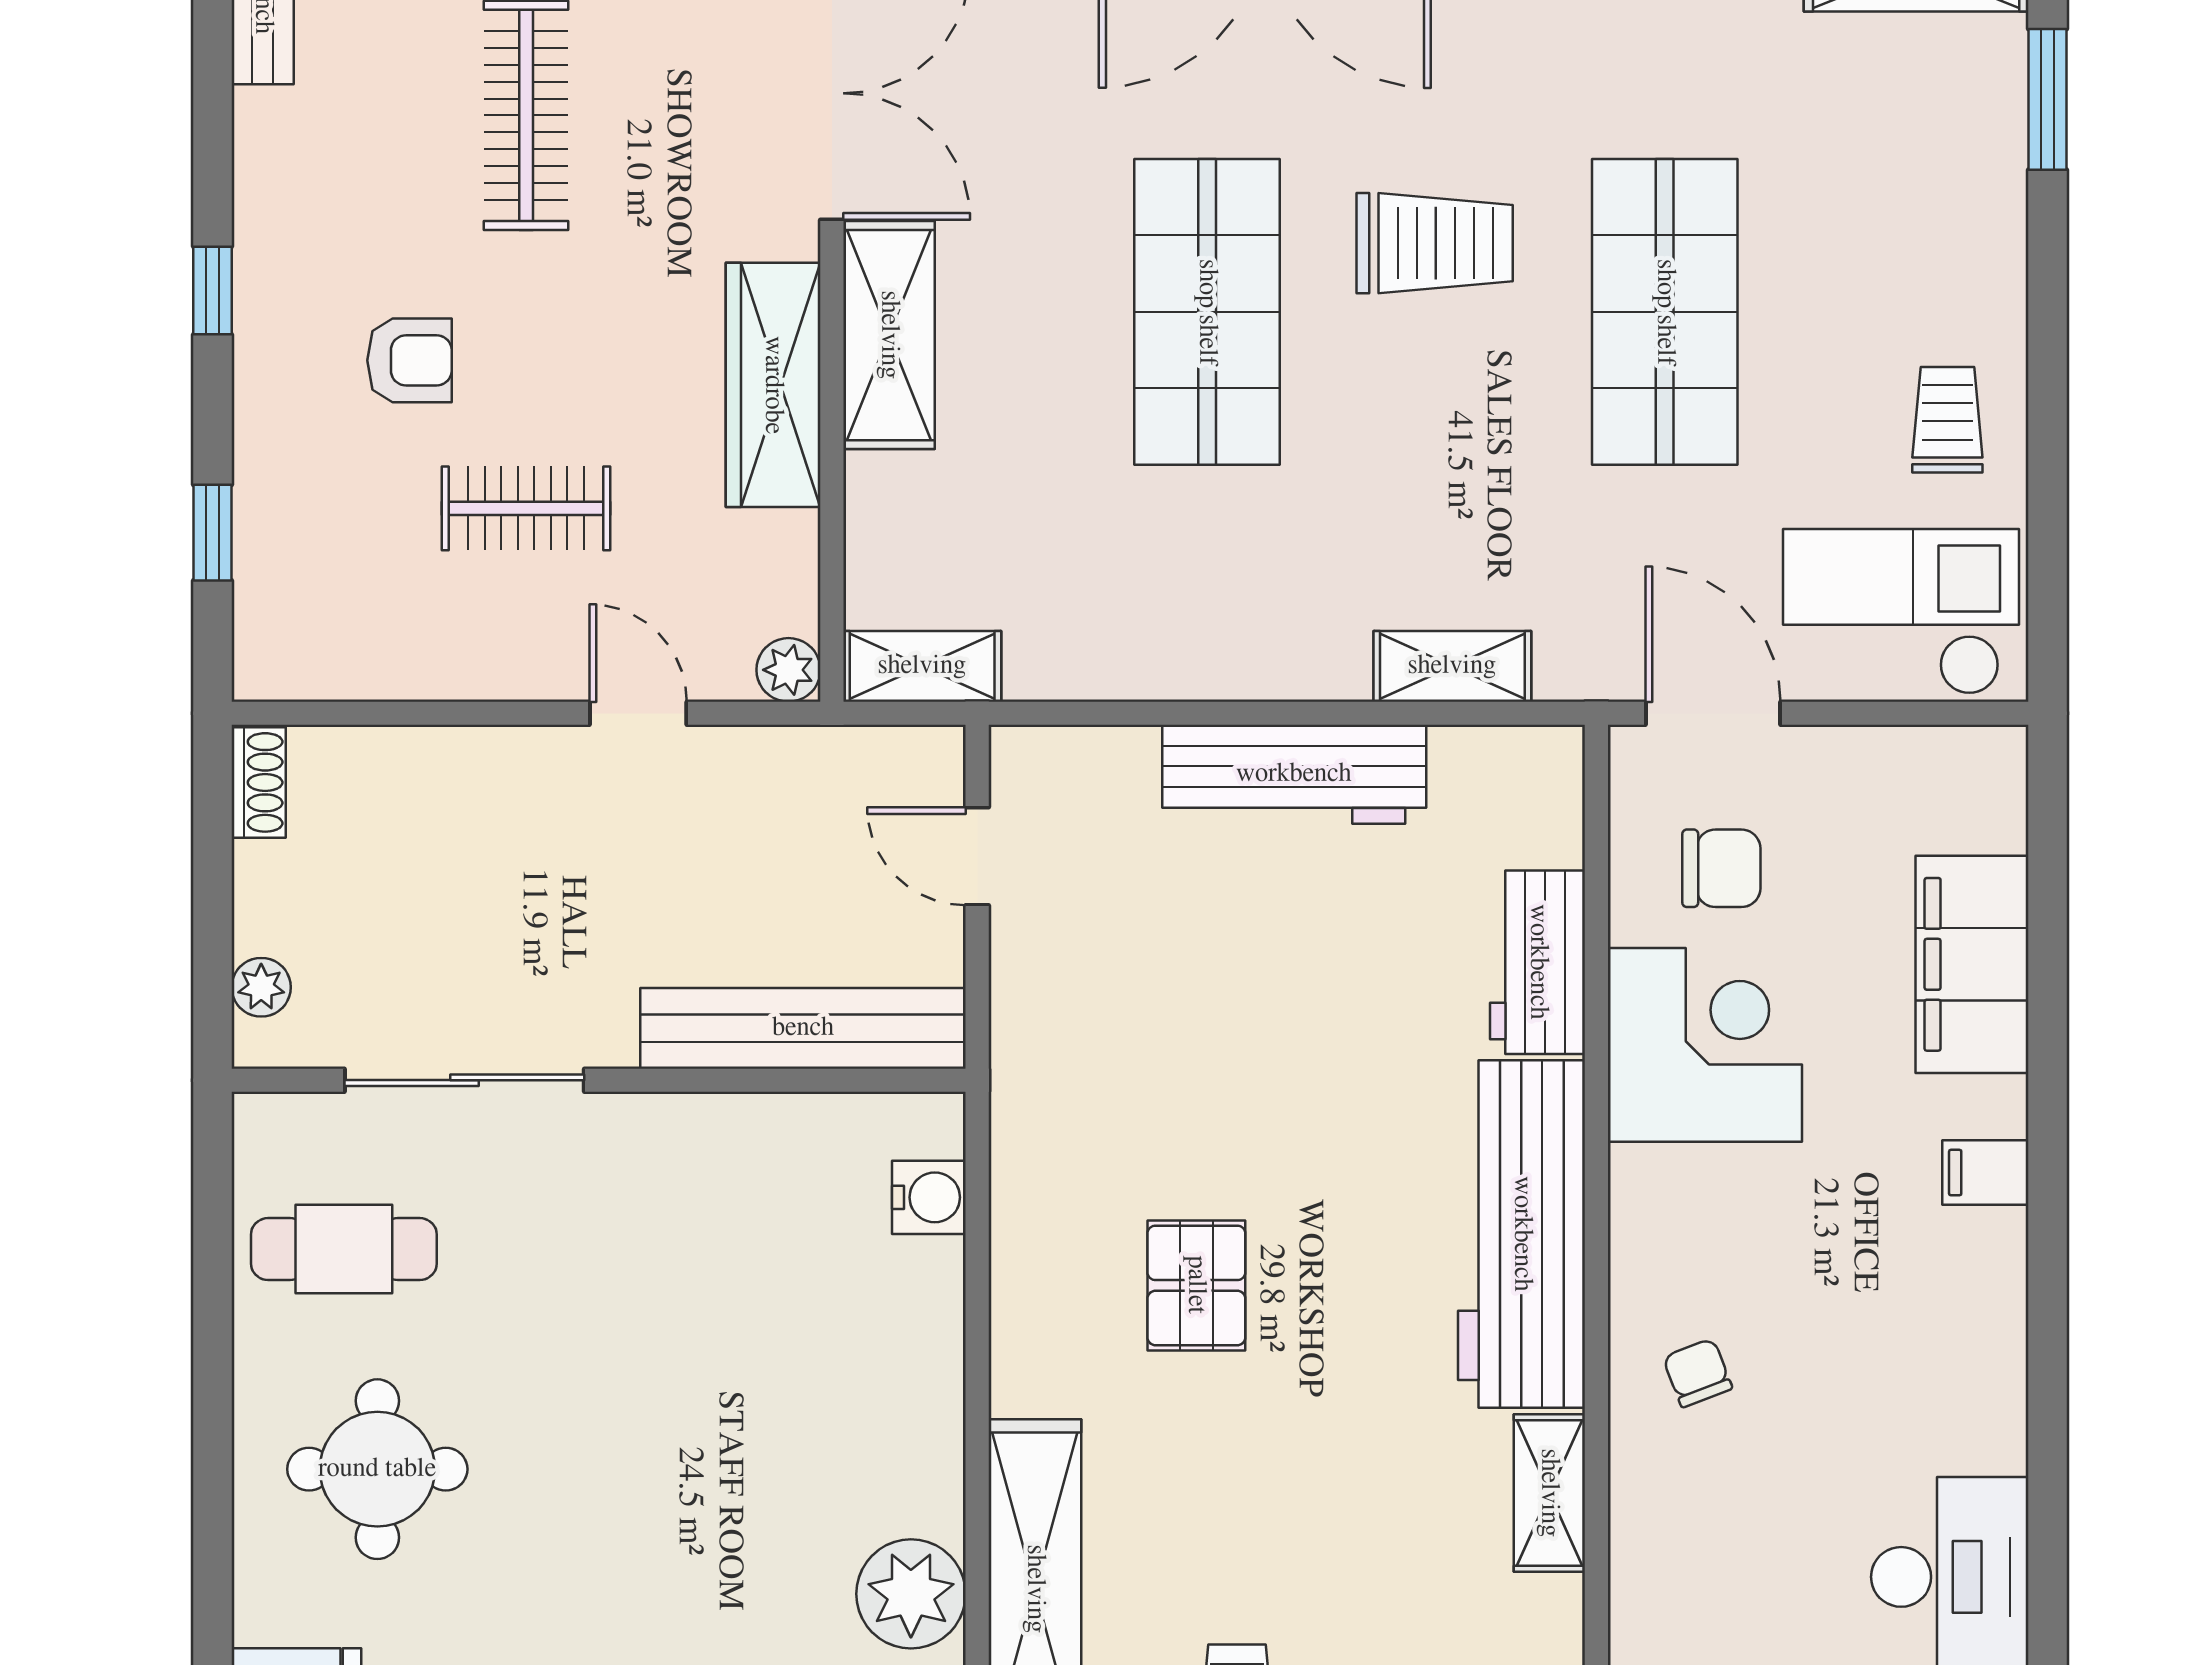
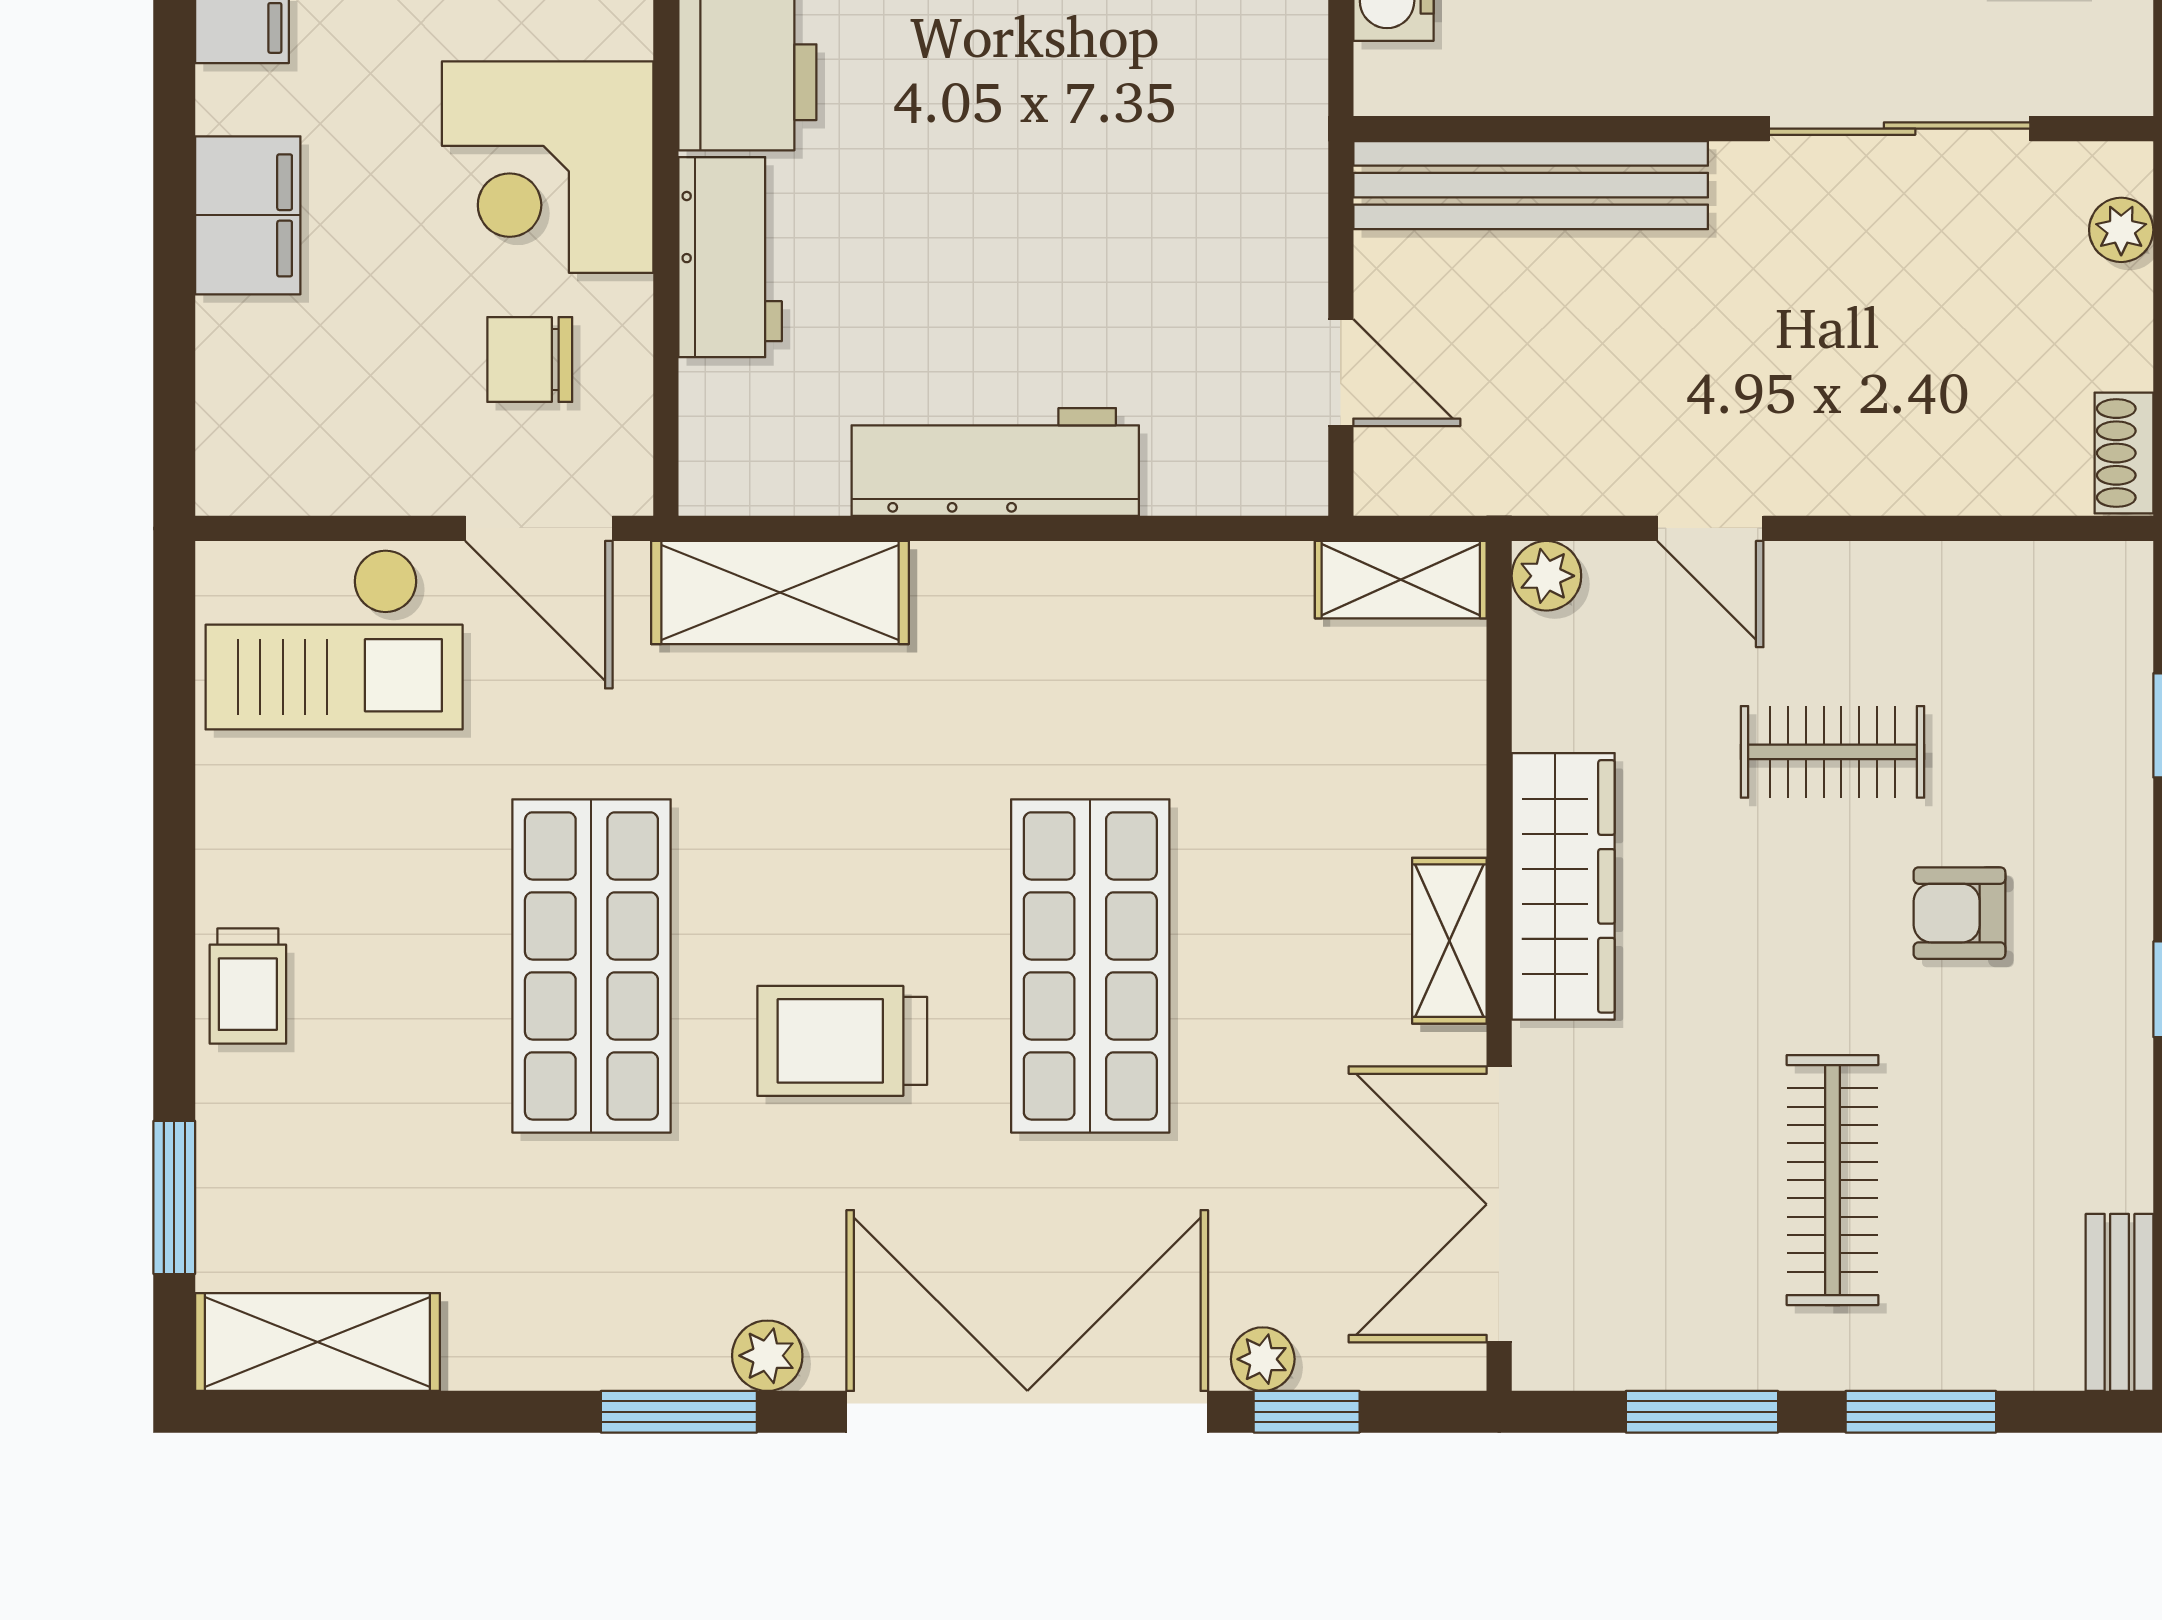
shelving: (889, 335) -> (1449, 941), width x0.67, depth x0.75
trolley: (1947, 420) -> (248, 986), moved
shelving: (1452, 666) -> (780, 593), width x1.50, depth x1.33
filing cabinet: (1972, 964) -> (248, 215), width x0.67, depth x0.86

